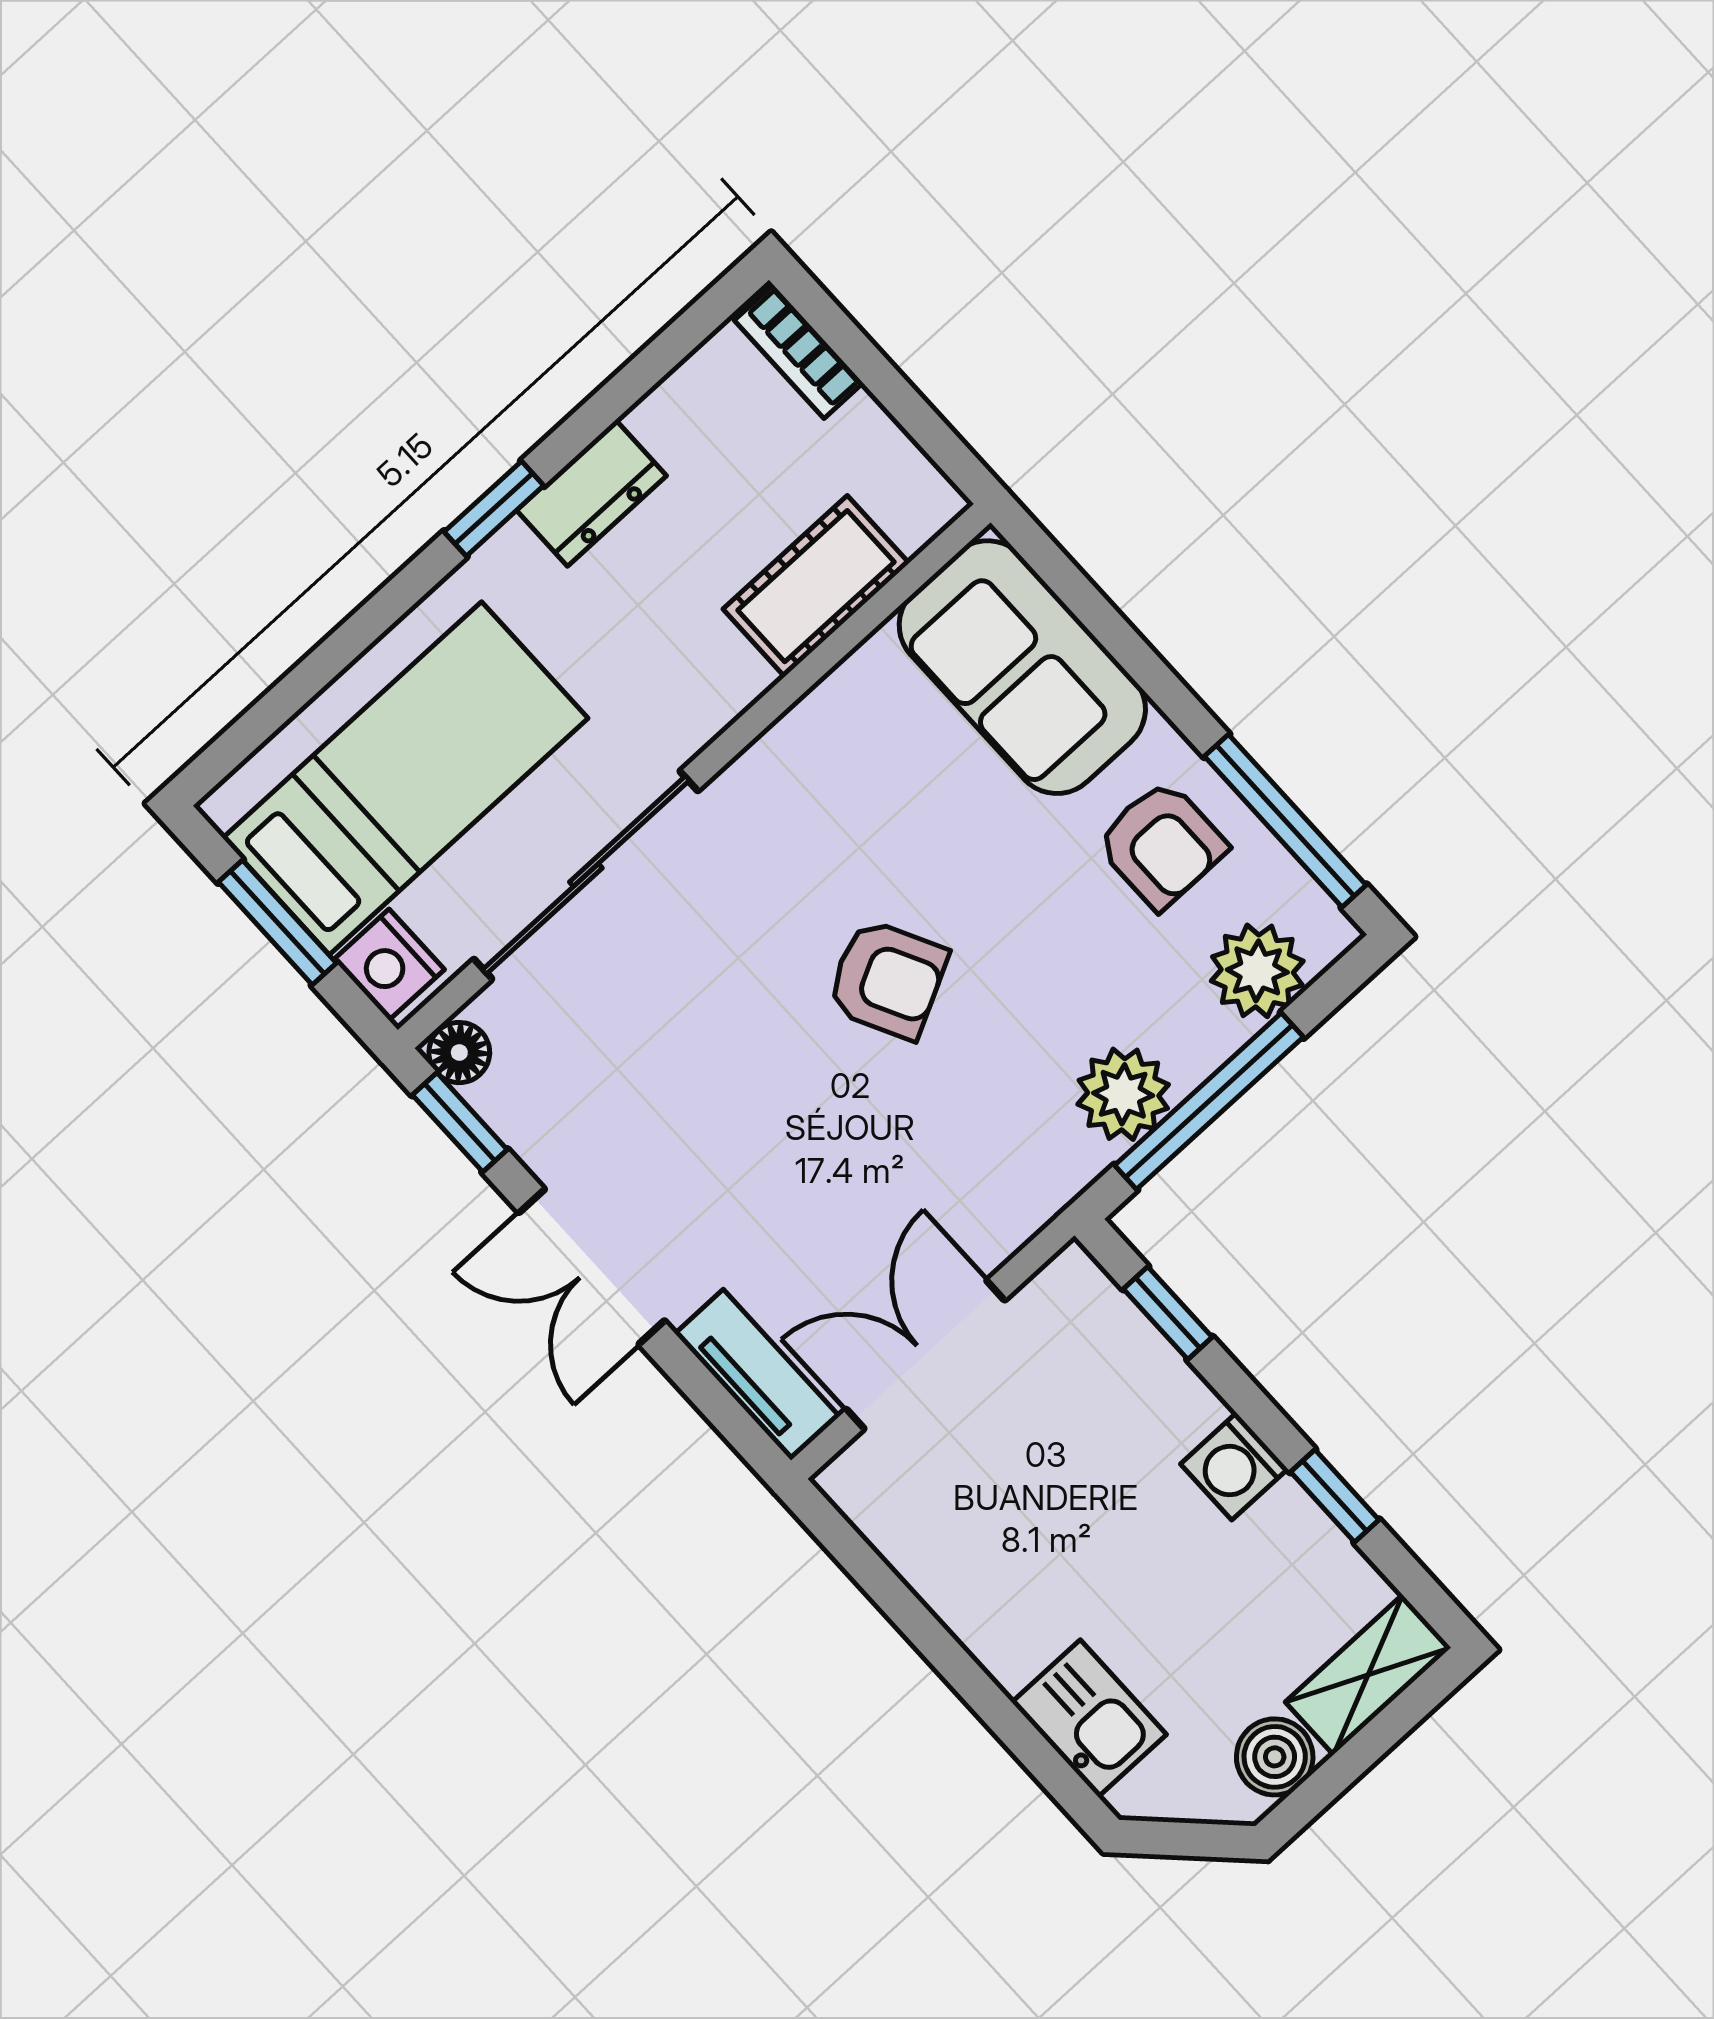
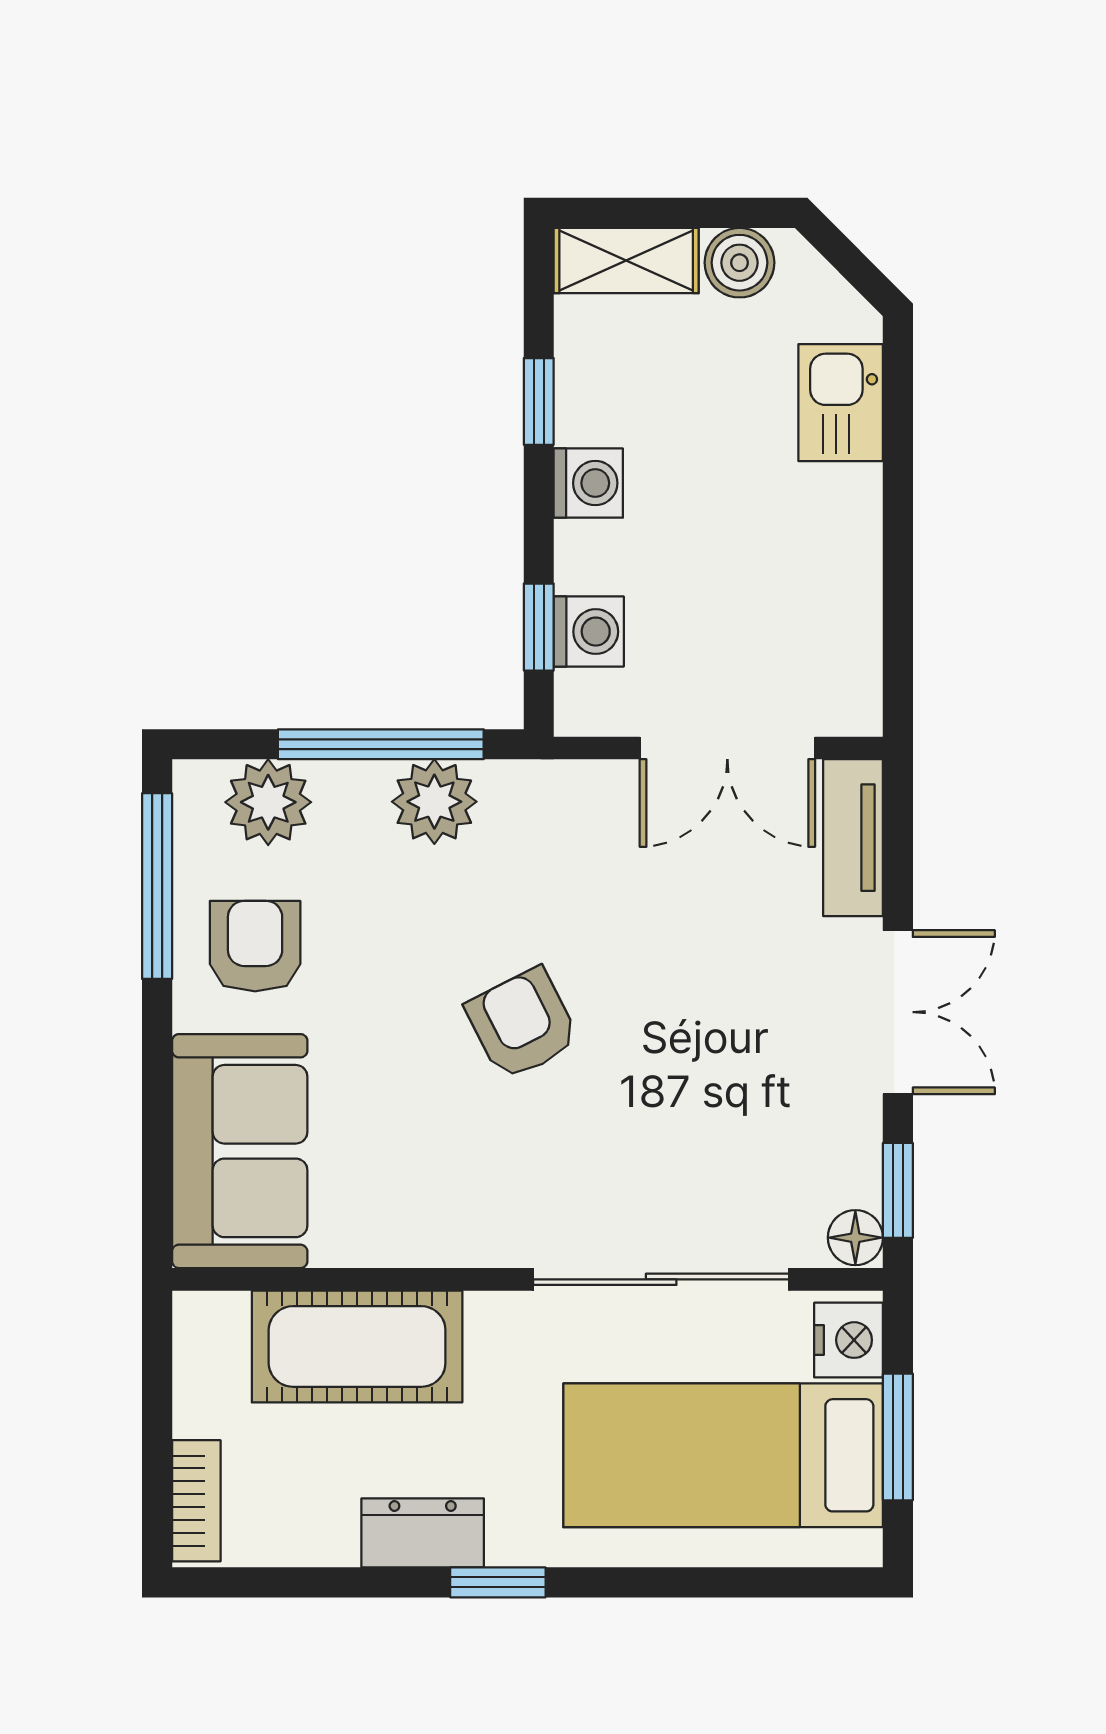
cot: (816, 586) -> (357, 1346), width x1.37, depth x1.34
washing machine: (1124, 1346) -> (589, 632), added

